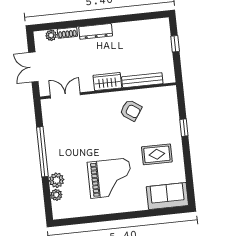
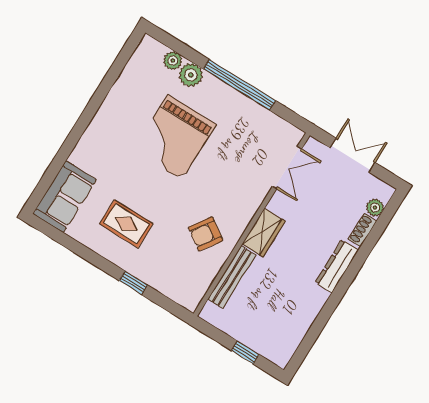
rug: (157, 154) -> (126, 224), turned 90
grand piano: (110, 178) -> (175, 137), moved

